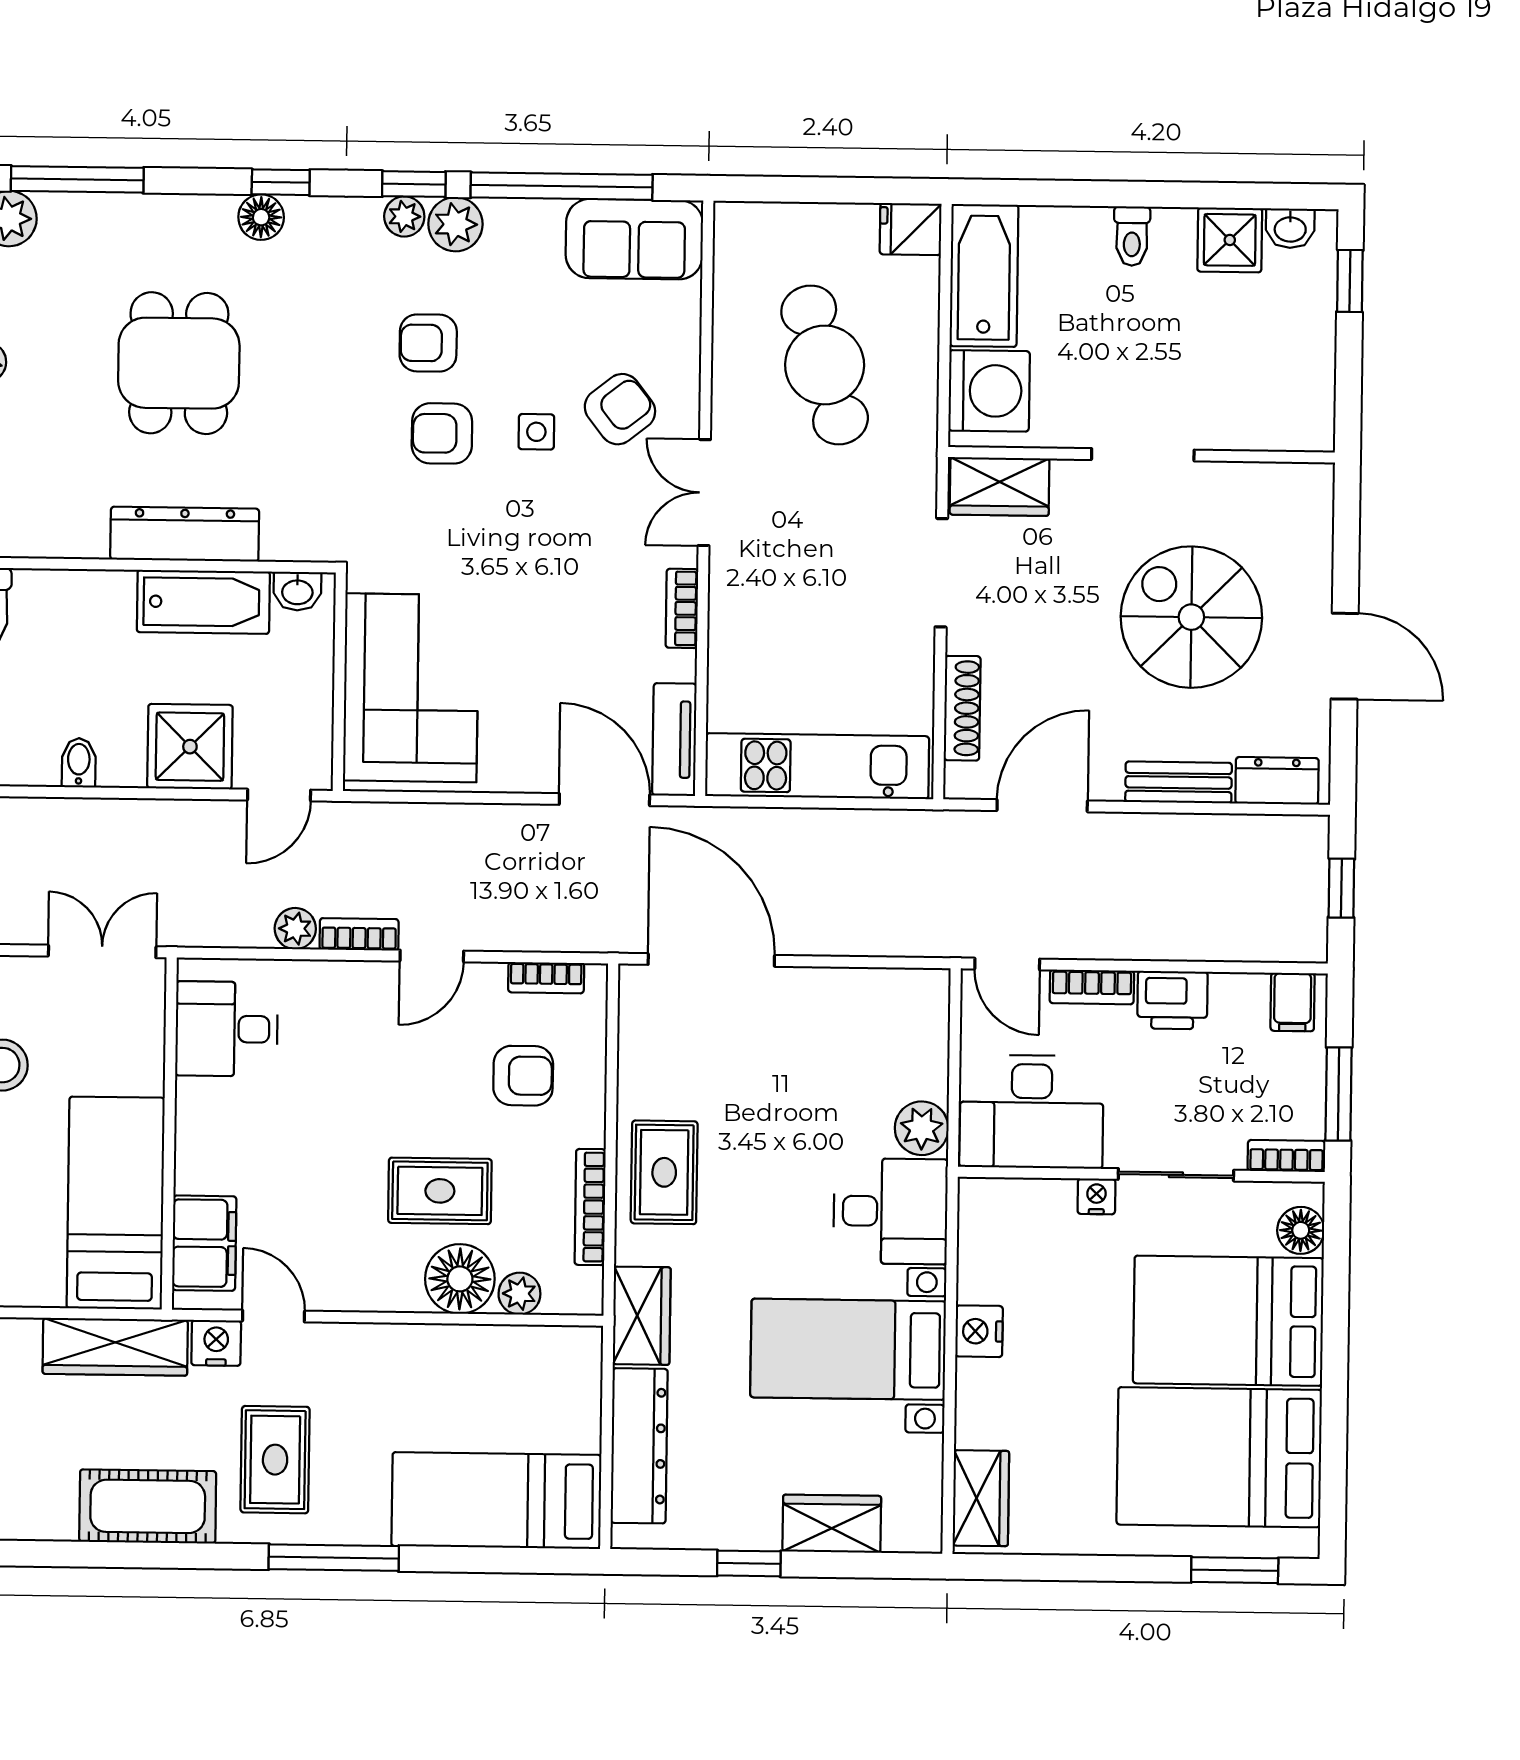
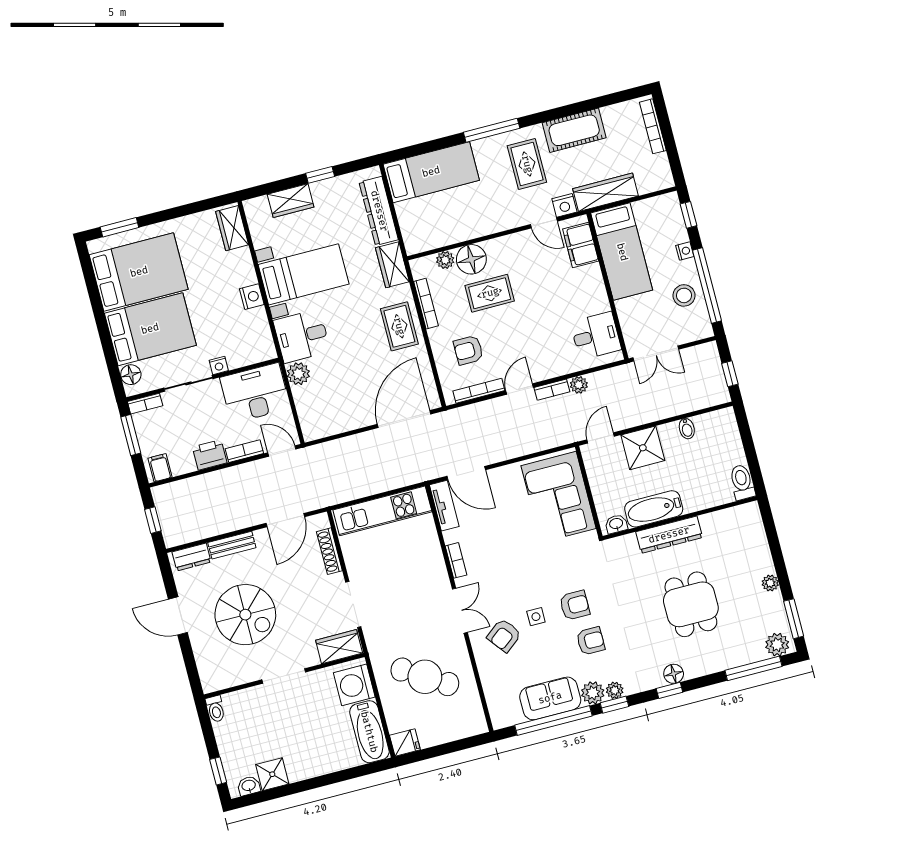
toilet: (1132, 236) -> (216, 709), moved, turned 180
sofa: (634, 239) -> (550, 698), moved
cafe table: (825, 365) -> (425, 677), turned -41
door: (711, 960) -> (404, 419), swing flipped
bookcase: (546, 978) -> (479, 391), width x1.56

